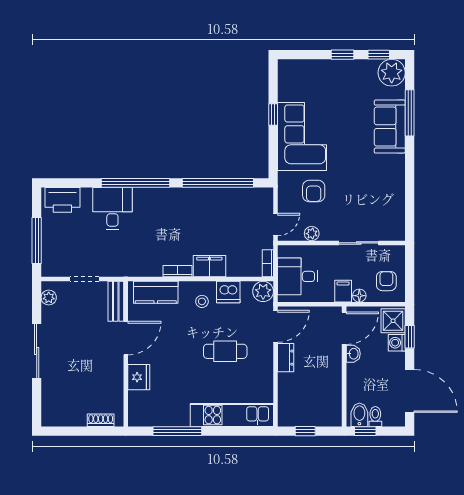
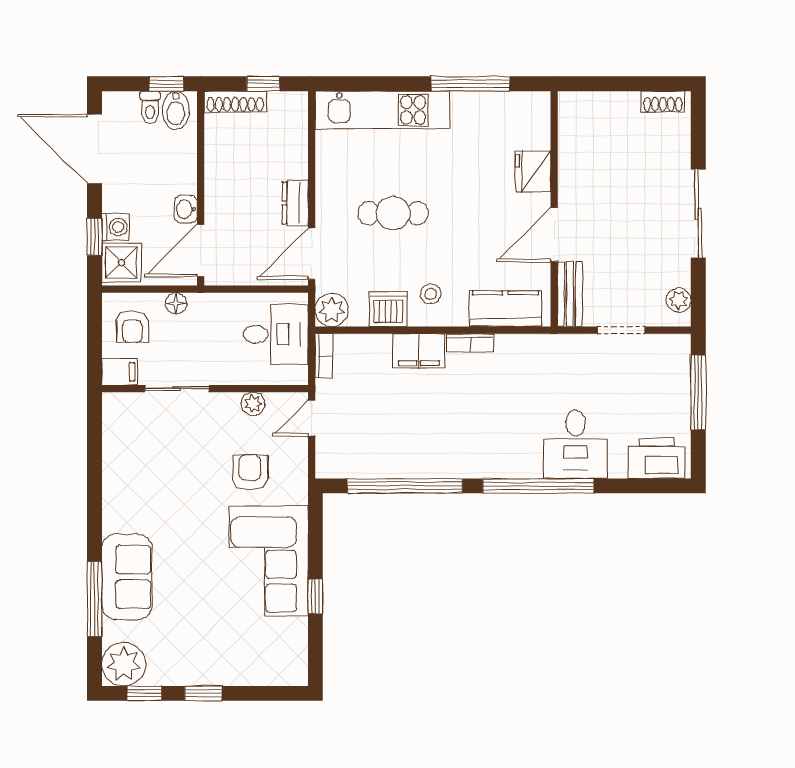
filing cabinet: (343, 291) -> (120, 372), moved, turned -90
shoe rack: (101, 420) -> (663, 102), moved
shoe rack: (323, 420) -> (235, 102), added

